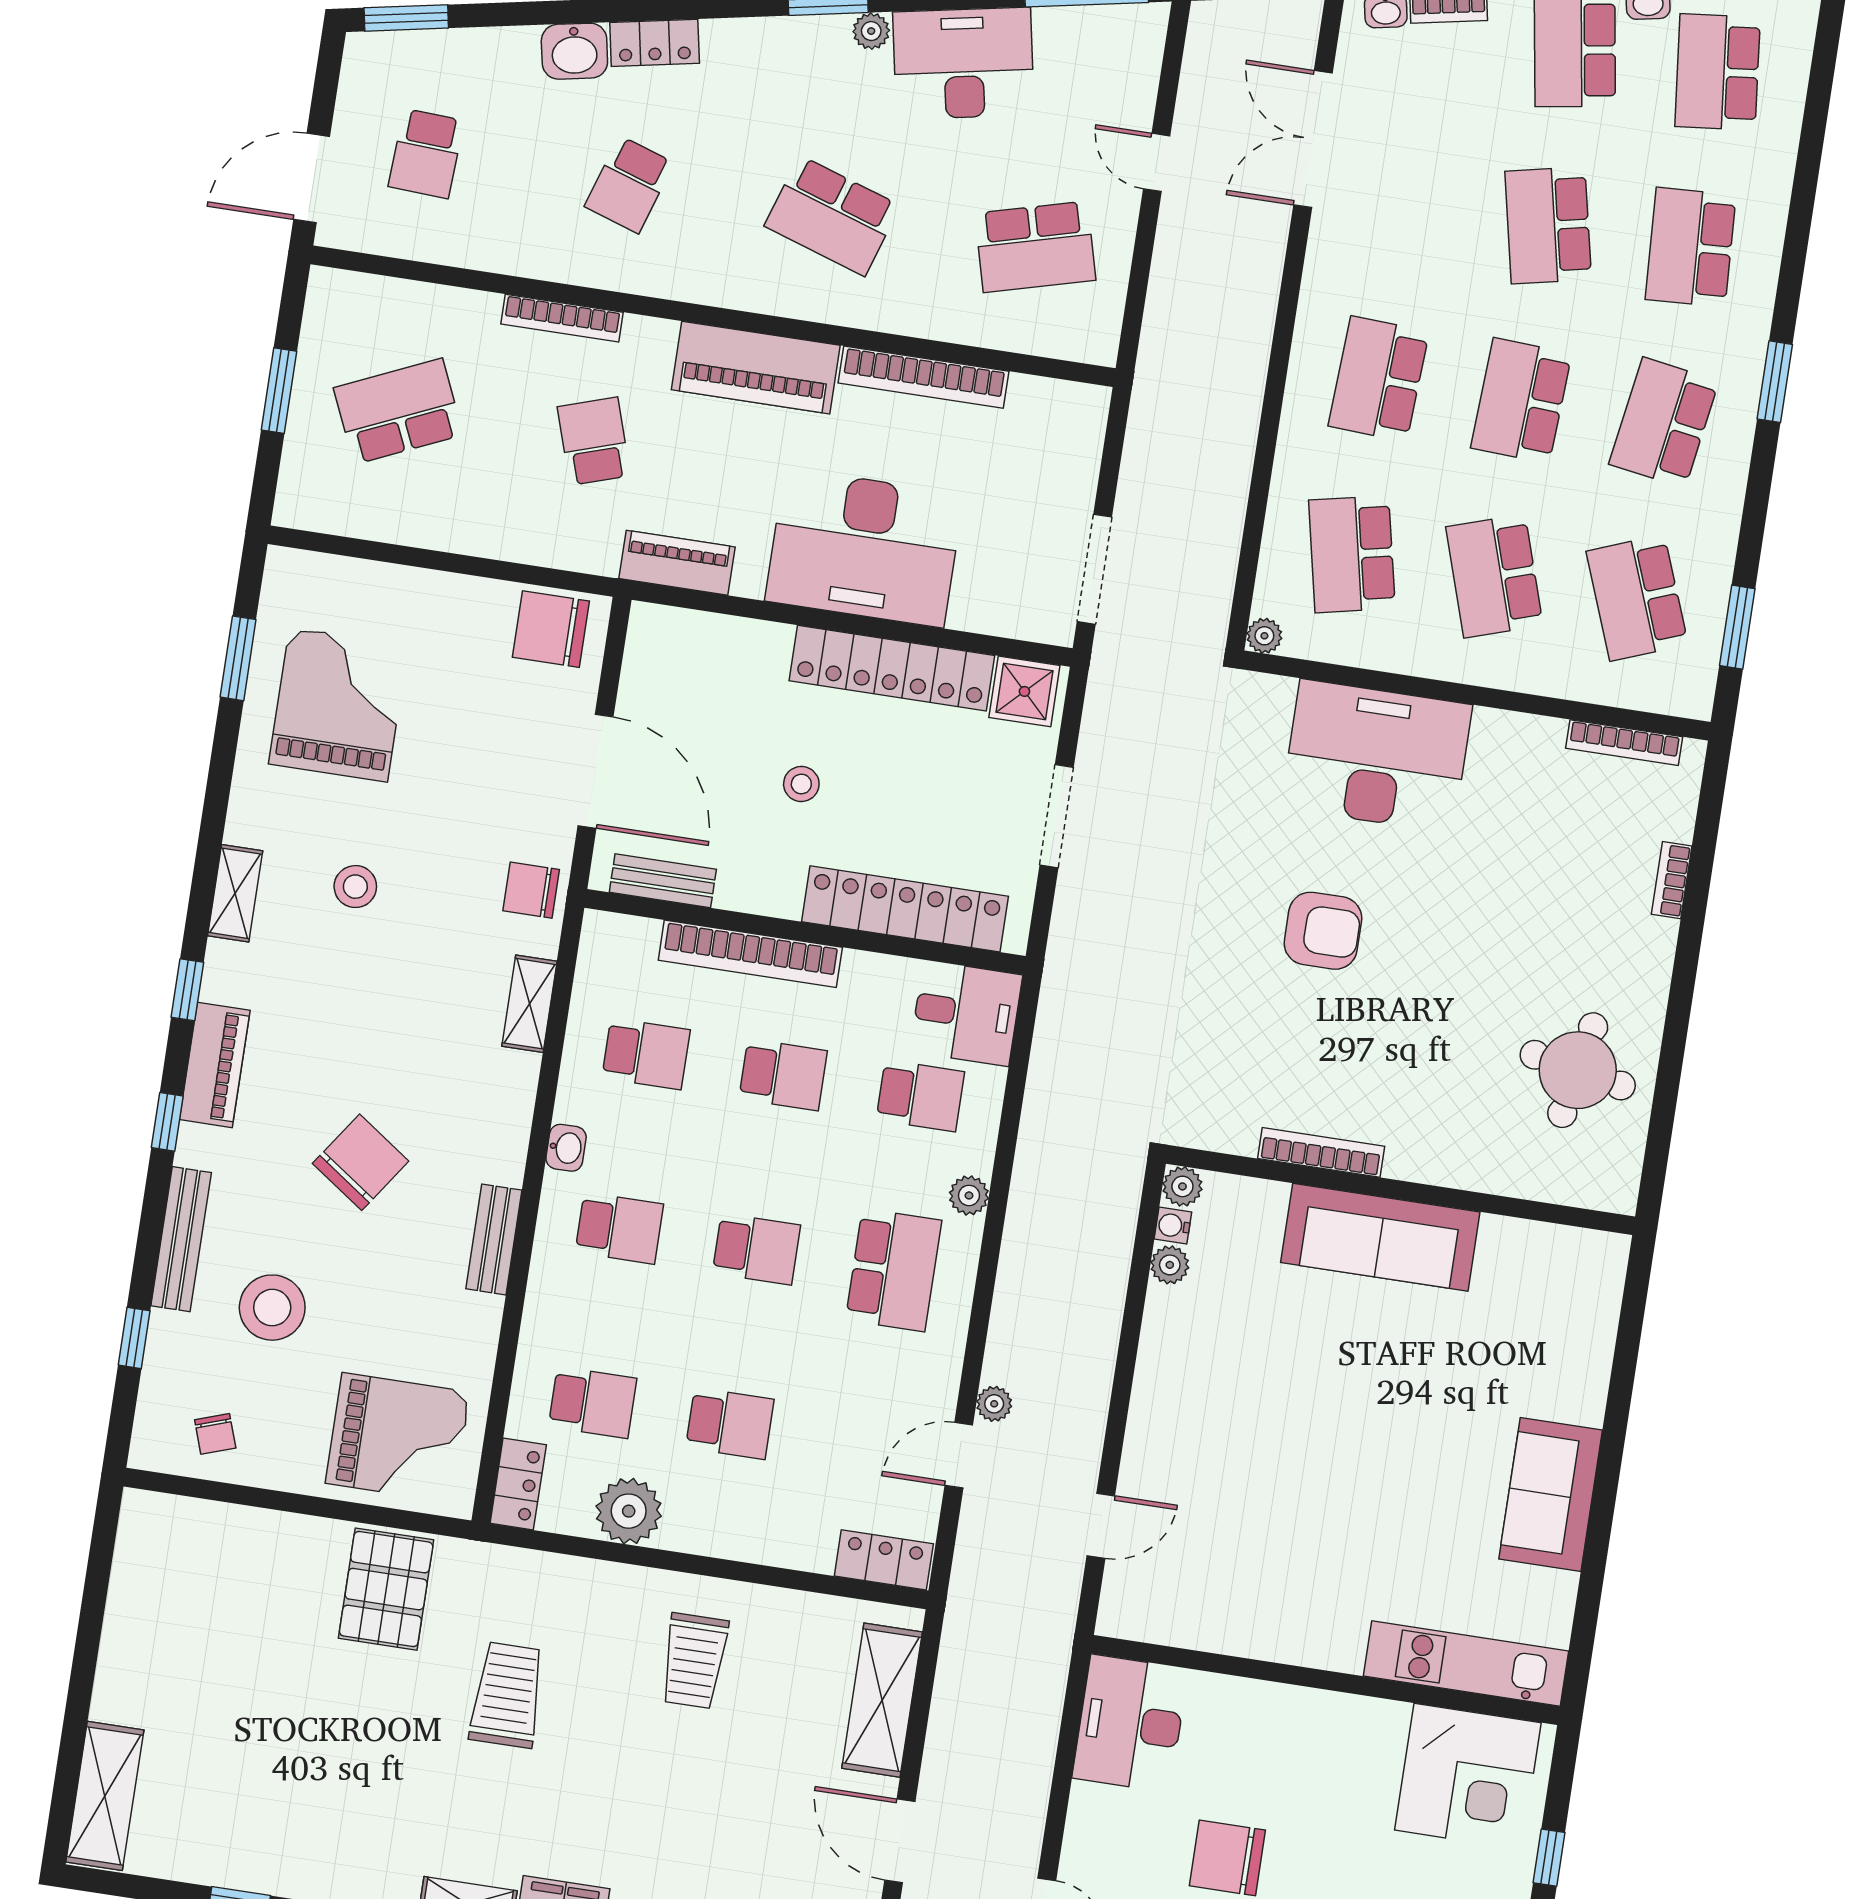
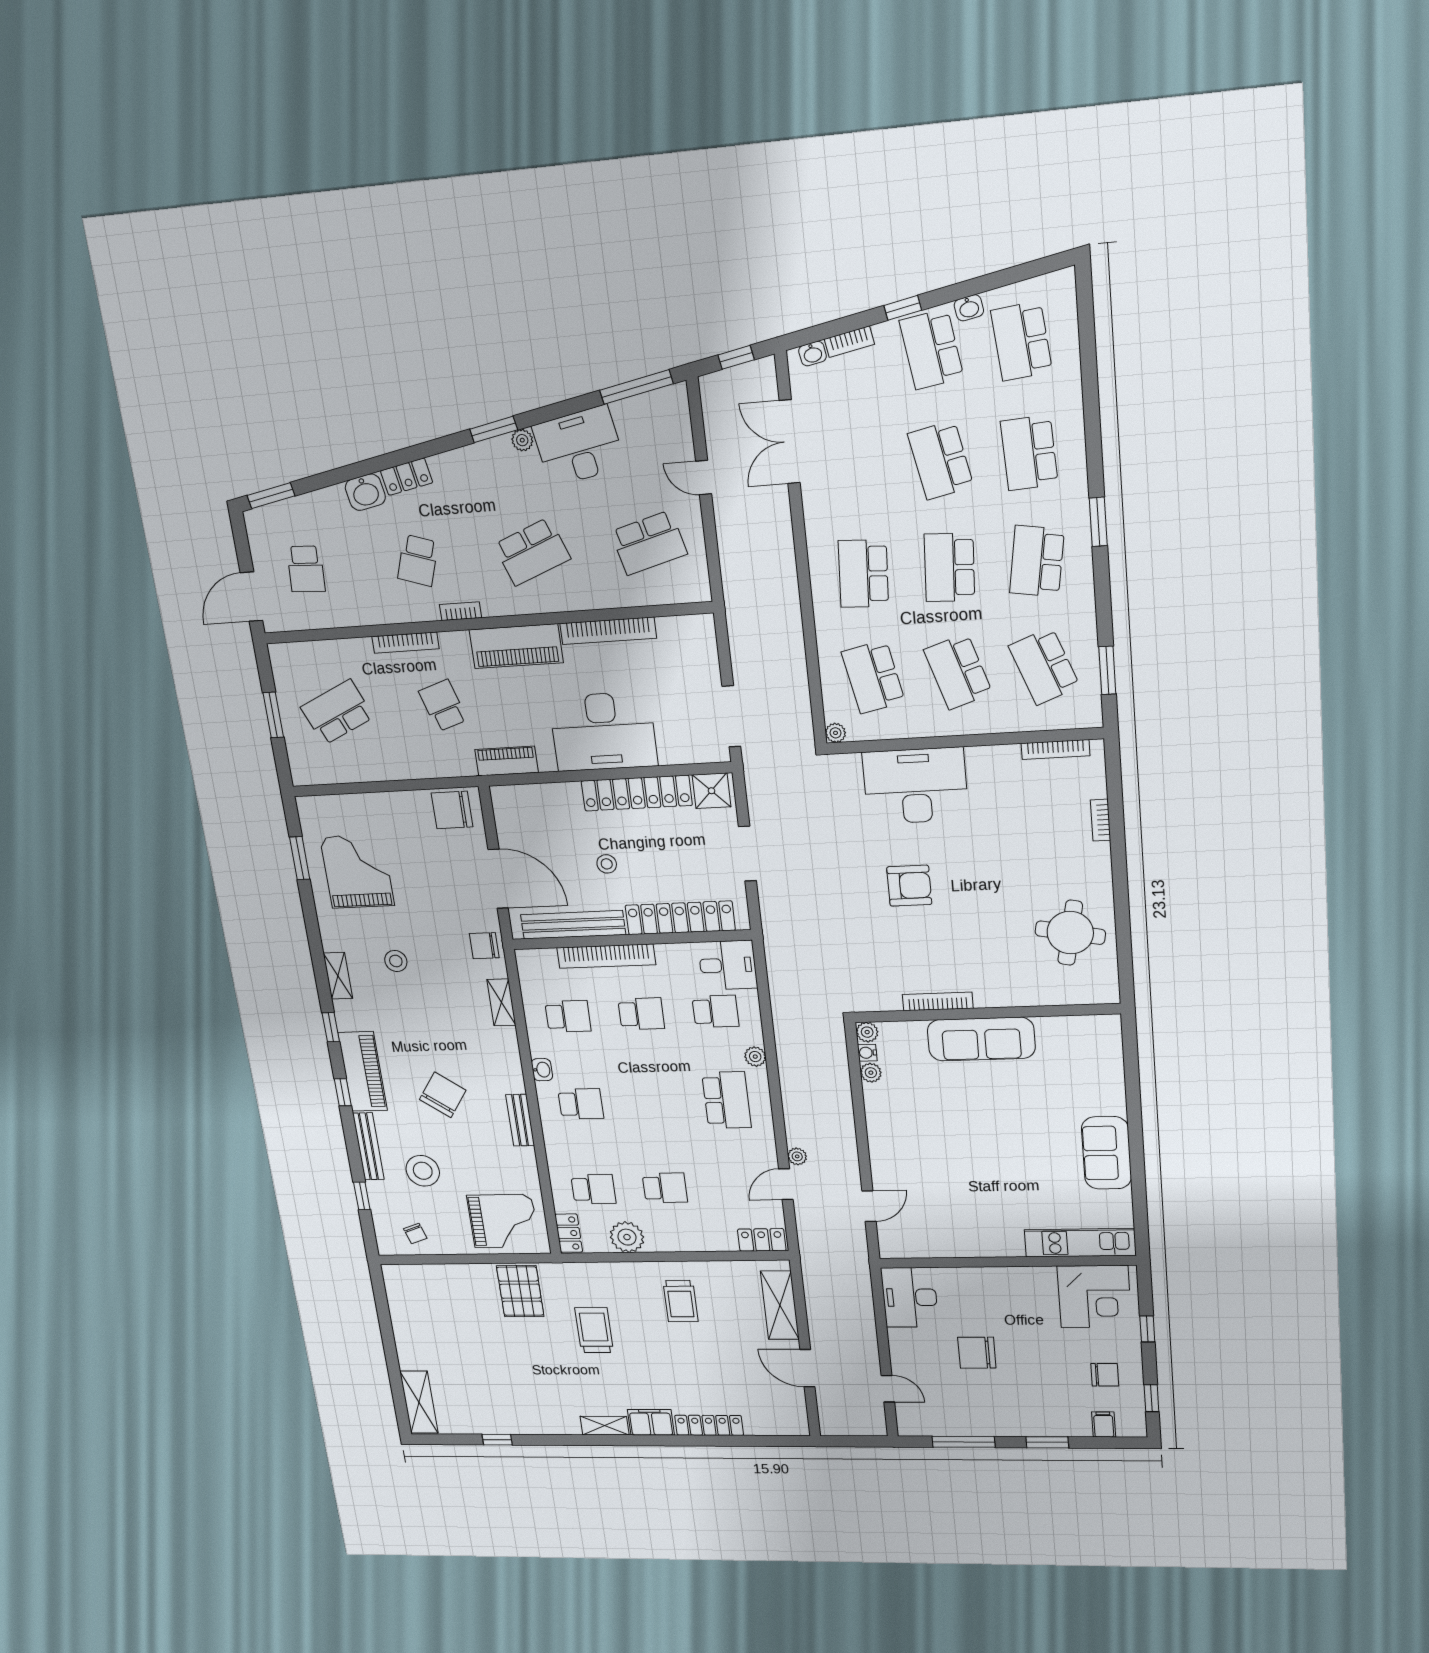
school desk: (832, 216) -> (532, 552), turned -39
bookcase: (677, 287) -> (461, 611), added
bench: (663, 881) -> (573, 925), width x1.86, depth x1.21
piano: (215, 1065) -> (363, 1071), width x1.37, depth x1.33
school desk: (756, 1249) -> (653, 1102), removed

